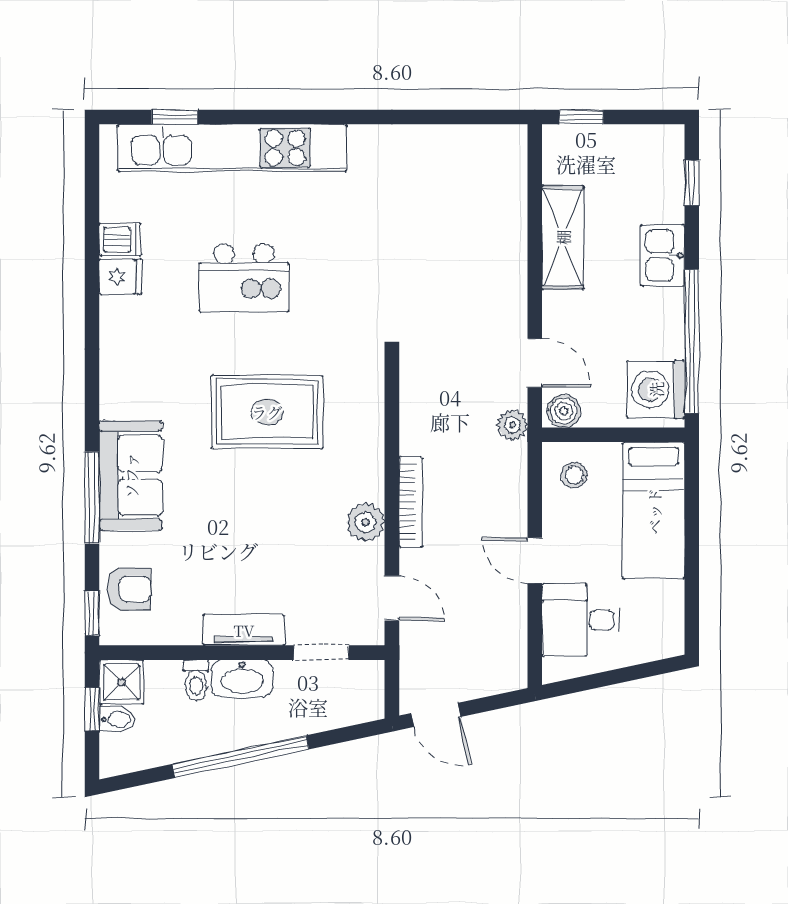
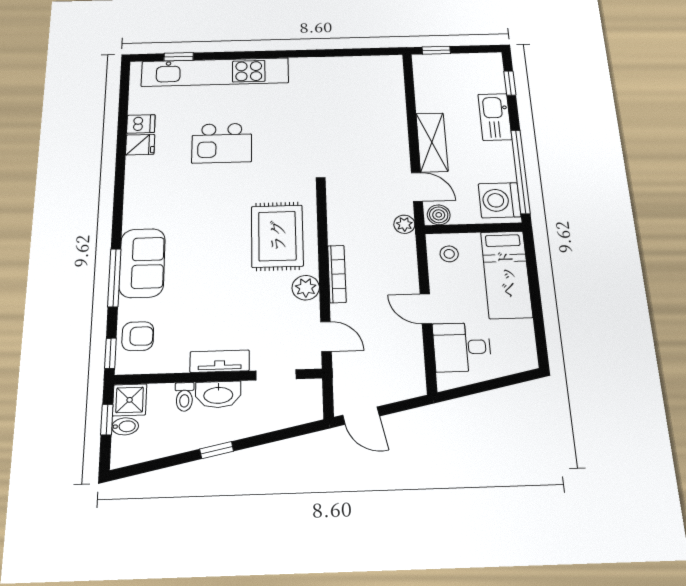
shelving: (563, 237) -> (432, 142), moved
kitchen sink: (663, 255) -> (495, 117), width x1.38
rug: (267, 412) -> (277, 236), moved, turned 90
window: (241, 757) -> (217, 450), width x0.32

